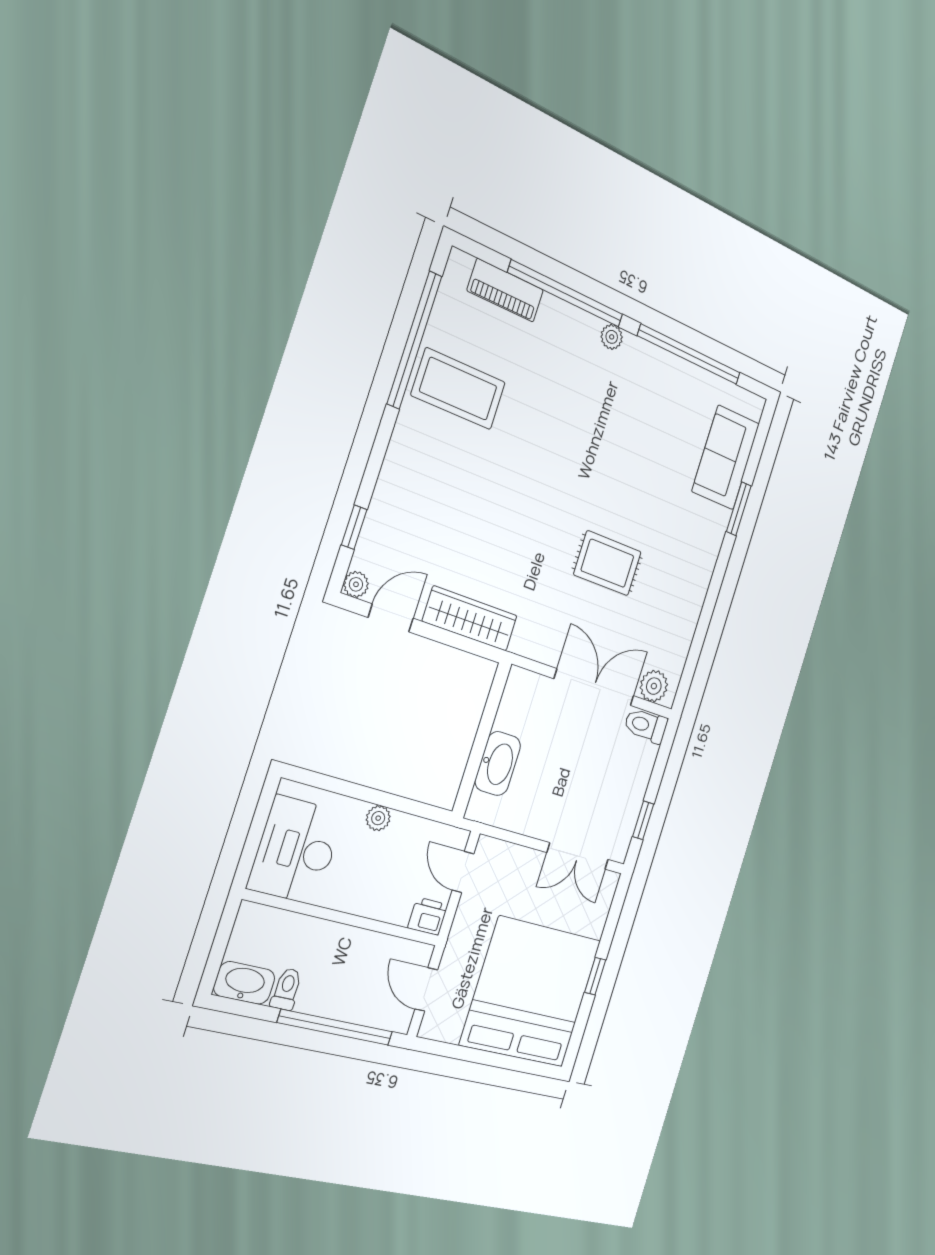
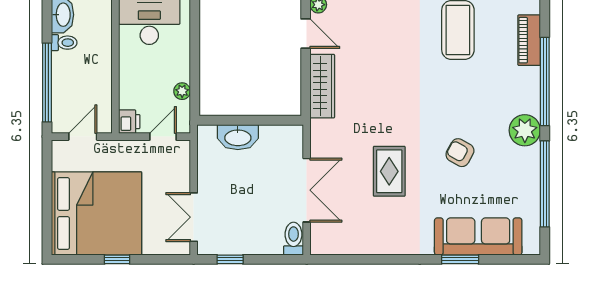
plant: (612, 337) -> (525, 130), width x1.88, depth x1.88
armchair: (616, 455) -> (460, 153), added
sofa: (726, 457) -> (478, 236), width x1.36
plant: (654, 686) -> (321, 235), removed
plant: (378, 818) -> (182, 91), moved

